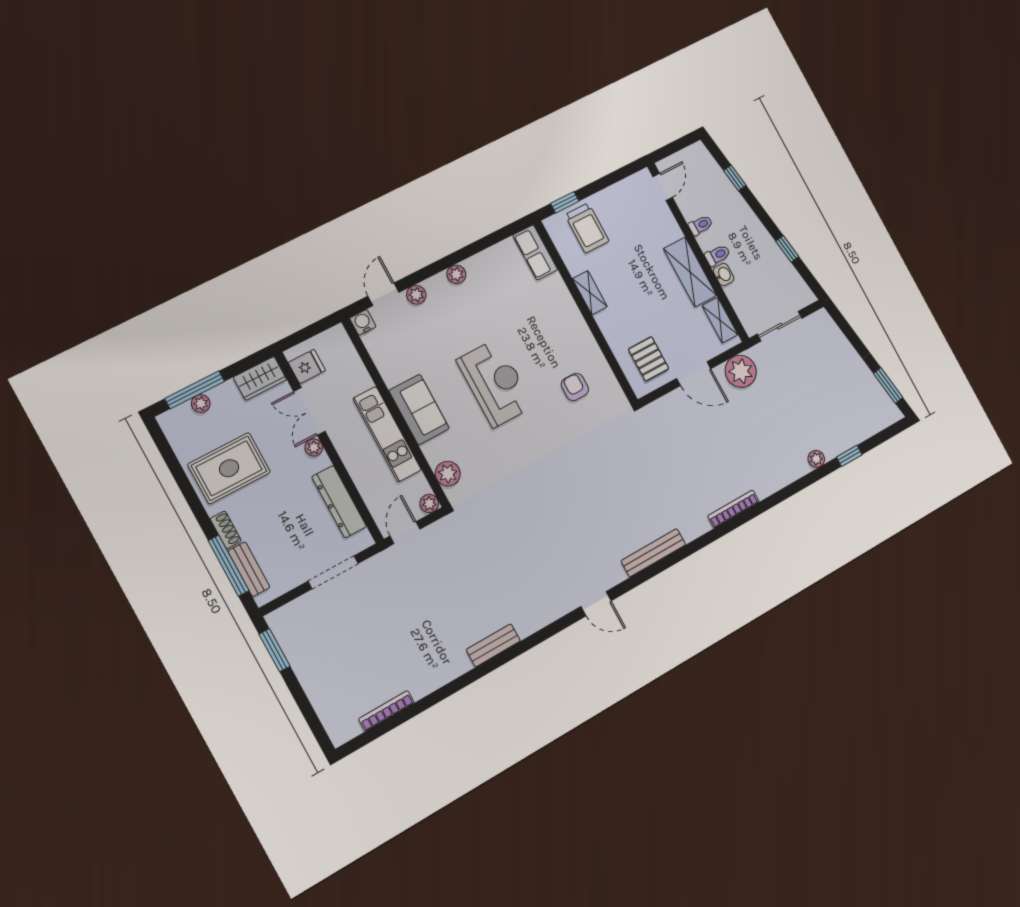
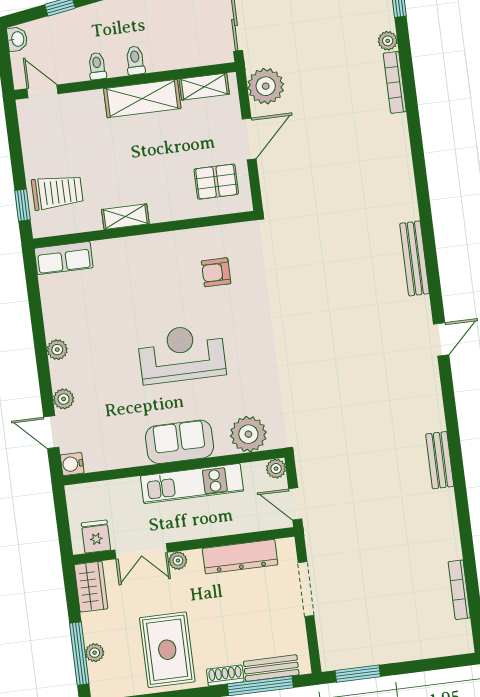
washbasin: (724, 275) -> (17, 39), moved, turned 90
plant: (448, 474) -> (248, 434), width x1.36, depth x1.36
bookcase: (733, 509) -> (395, 82), moved

